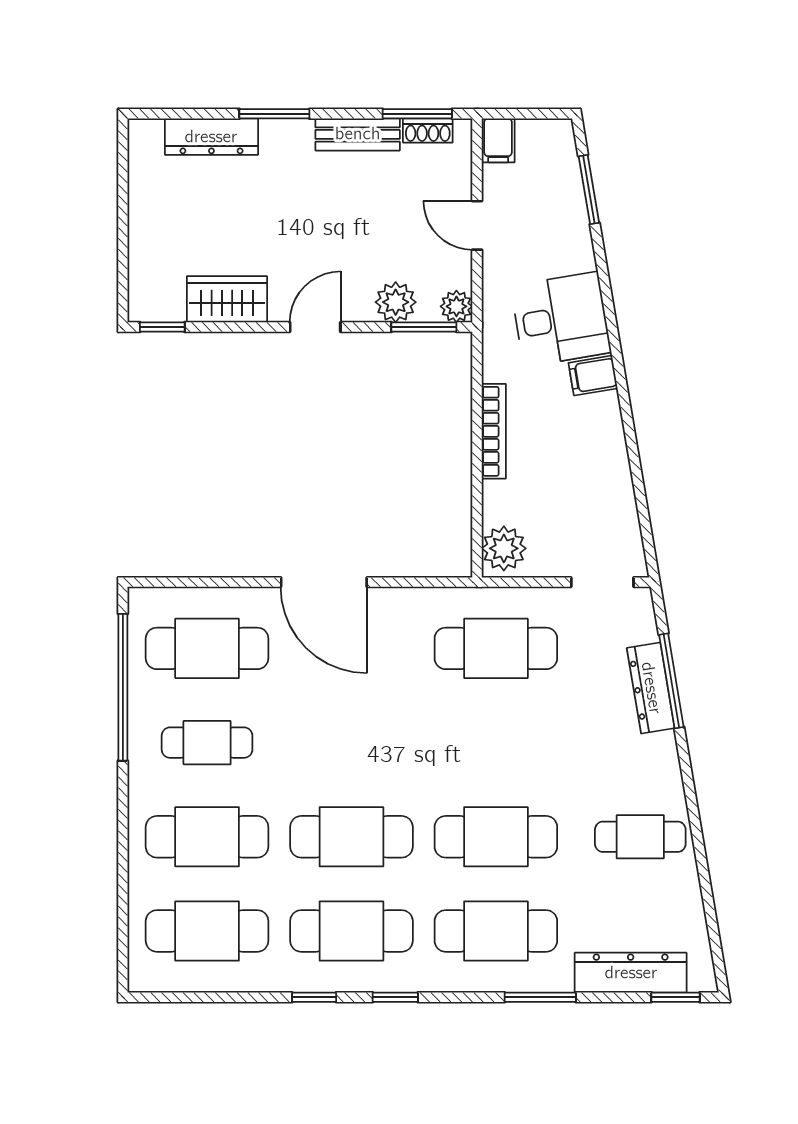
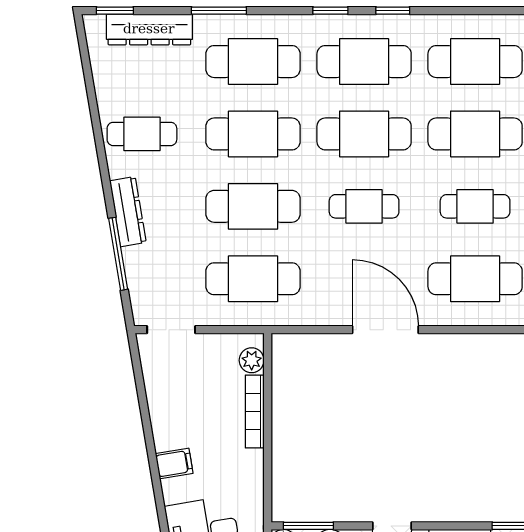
filing cabinet: (593, 376) -> (174, 463), moved
bookcase: (494, 431) -> (255, 412), moved
plant: (504, 548) -> (252, 360), width x0.73, depth x0.73
dresser: (651, 688) -> (128, 212), moved
cafe table: (351, 743) -> (364, 206), added
cafe table: (496, 743) -> (253, 206), added

